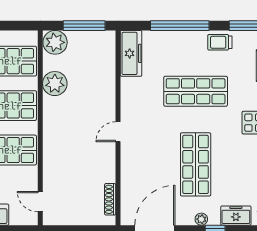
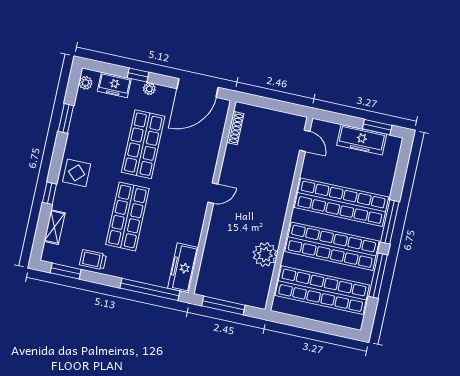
window: (180, 26) -> (150, 289), moved
plant: (55, 42) -> (256, 295), removed
trolley: (220, 42) -> (93, 260), turned 180
shop shelf: (196, 91) -> (127, 217), turned 90

